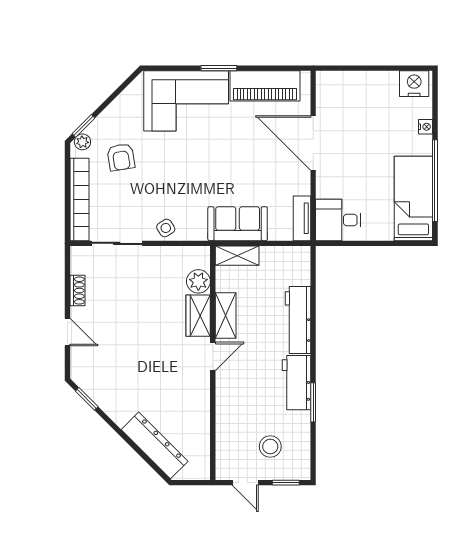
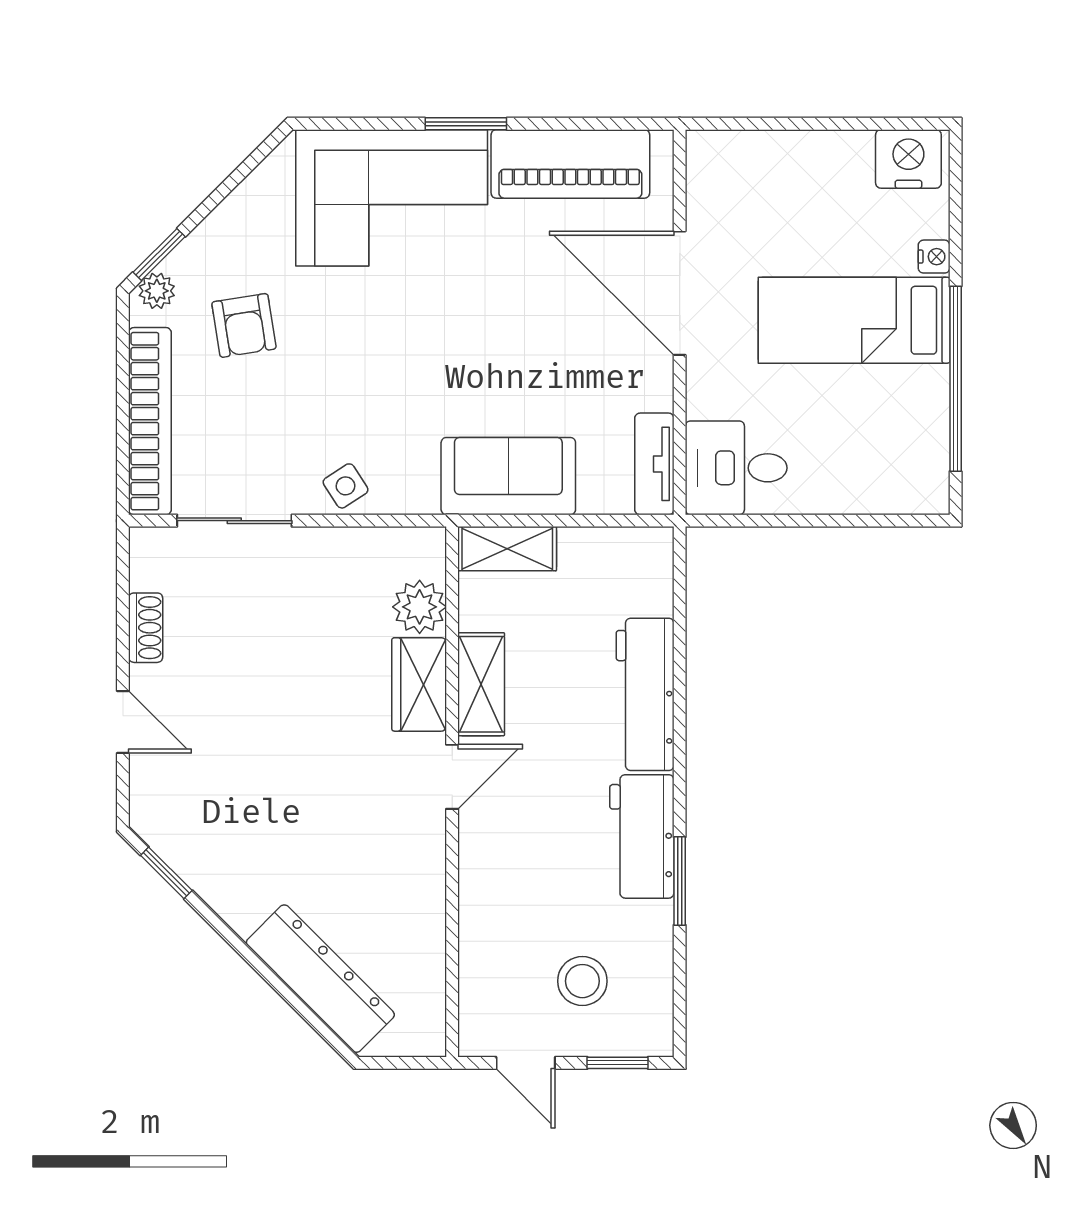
bed: (413, 199) -> (854, 320), moved, turned -90

